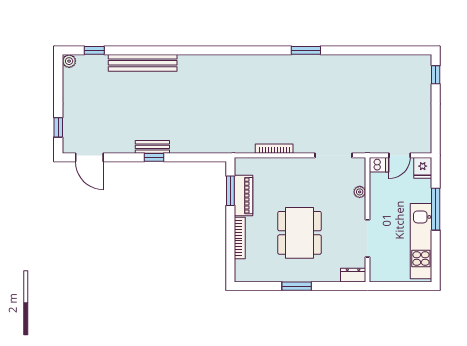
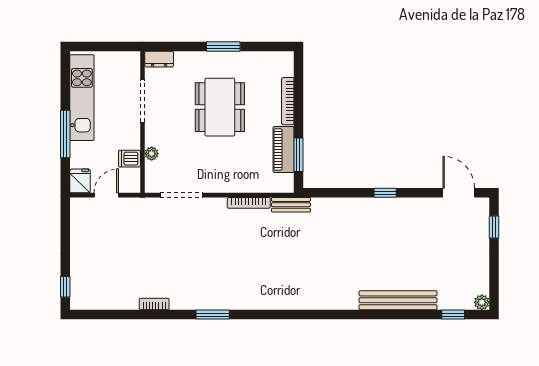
bookcase: (357, 60) -> (154, 304), added
bench: (152, 147) -> (291, 205), moved
dishwasher: (379, 165) -> (129, 159), moved

